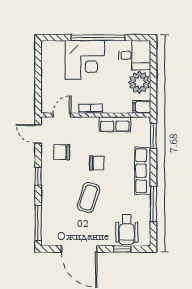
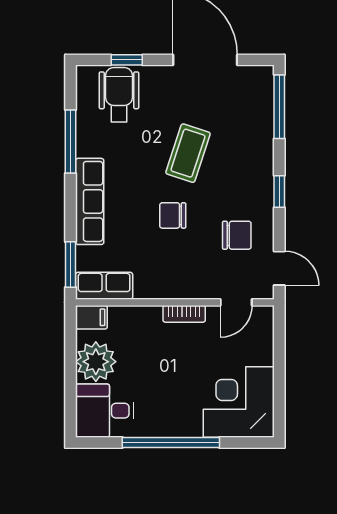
corner desk: (85, 60) -> (239, 402), moved
row of seats: (115, 124) -> (104, 286), moved

